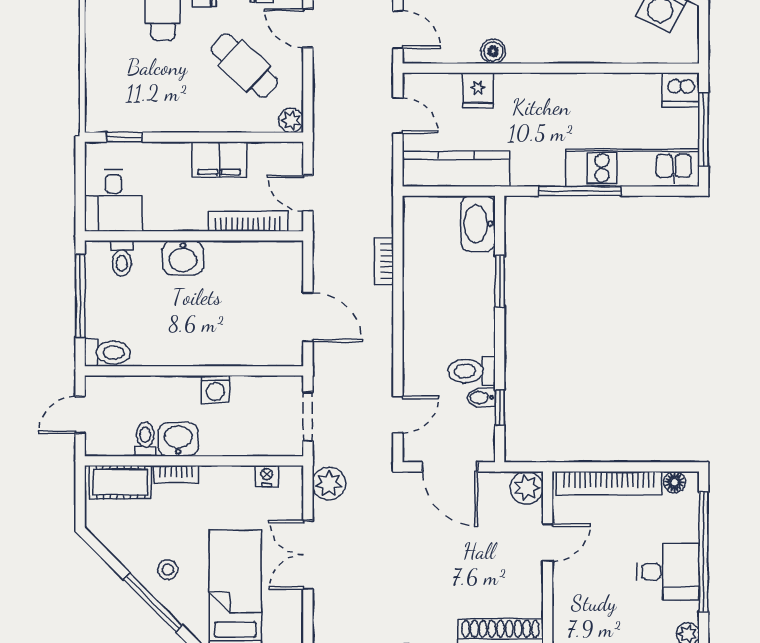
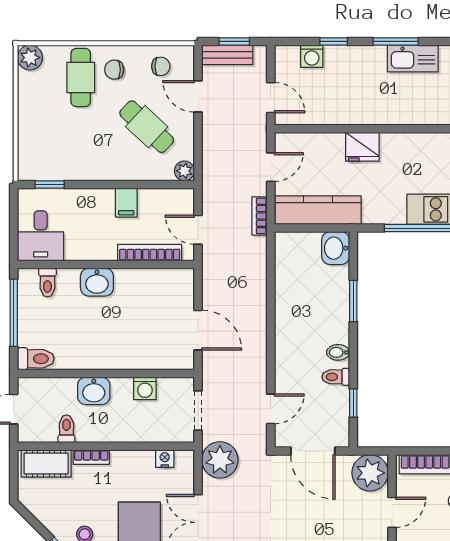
boiler: (493, 51) -> (348, 115), removed
fridge: (478, 90) -> (362, 147), moved, width x1.38
door: (398, 116) -> (271, 167), hinge flipped
filing cabinet: (219, 160) -> (126, 203), width x0.50
washbasin: (478, 224) -> (336, 248), width x0.72
bookcase: (384, 261) -> (259, 216), moved
toilet: (472, 371) -> (336, 377), width x0.73, depth x0.72
washing machine: (215, 389) -> (145, 388), moved
bidet: (481, 397) -> (338, 352), moved
washbasin: (178, 439) -> (94, 391), moved, turned 180
plant: (329, 484) -> (220, 460), width x1.36, depth x1.36
plant: (527, 488) -> (370, 473), width x1.36, depth x1.36

